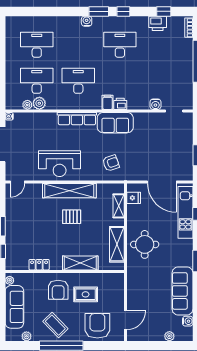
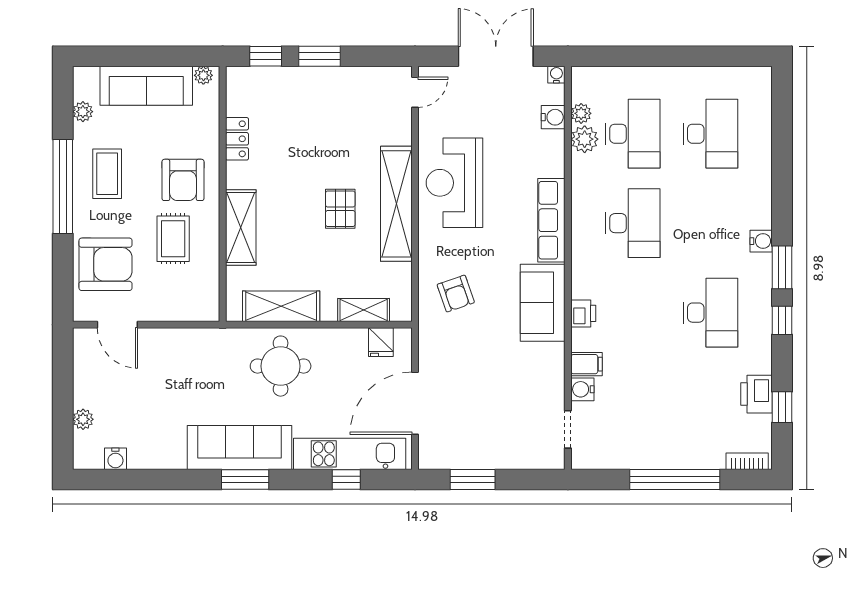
filing cabinet: (108, 102) -> (586, 364), moved
water cooler: (29, 118) -> (553, 117), added
door: (17, 182) -> (415, 92), swing flipped
armchair: (58, 290) -> (183, 180), turned -90
sofa: (183, 291) -> (239, 448), moved
coffee table: (55, 325) -> (107, 174), turned -46

